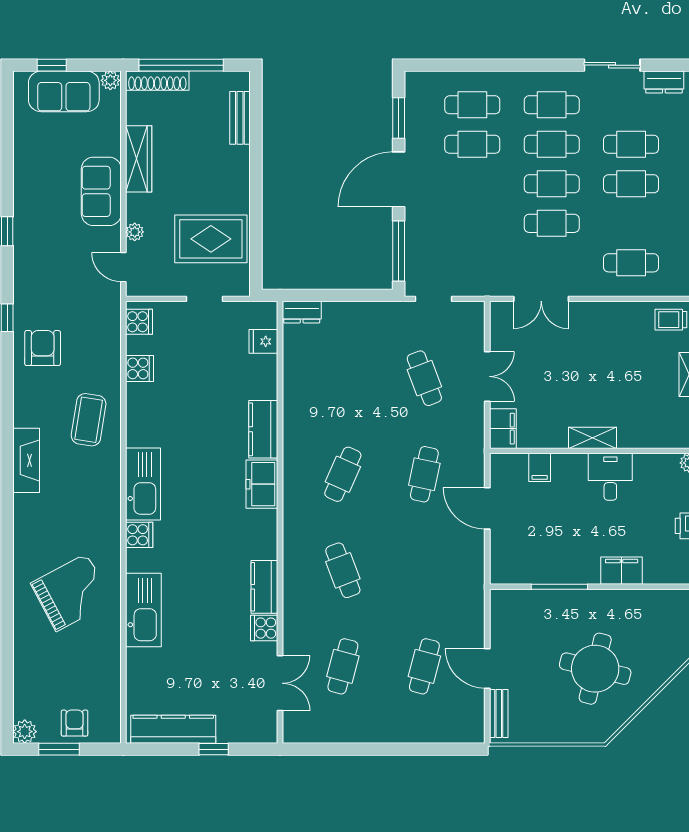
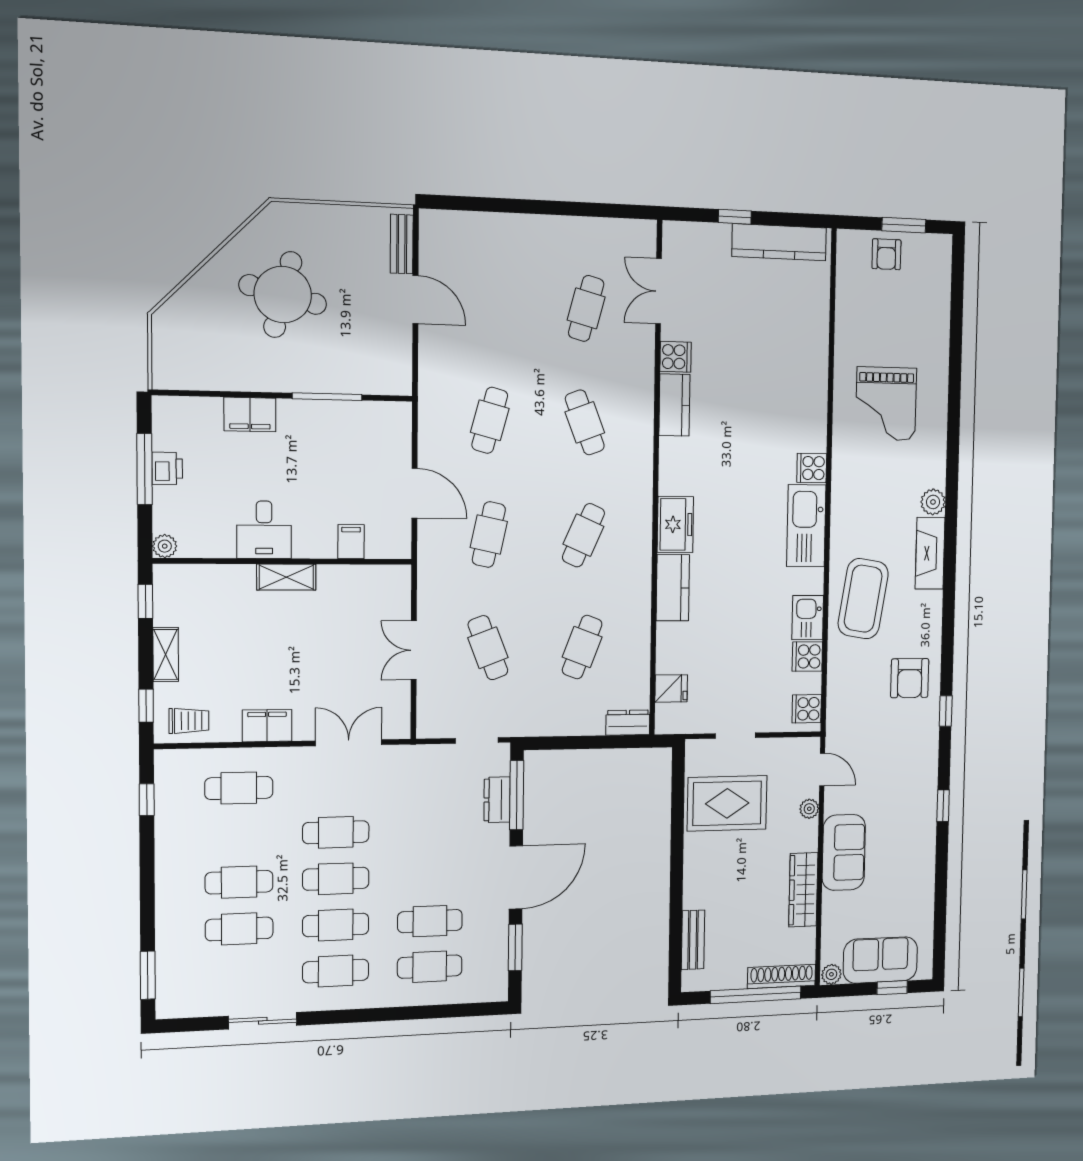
dresser: (664, 82) -> (497, 800), moved, turned -90
cafe table: (343, 378) -> (582, 647), added
coffee table: (89, 420) -> (863, 599), width x1.36, depth x1.32
filing cabinet: (503, 429) -> (267, 726), moved, turned 90
grand piano: (71, 593) -> (886, 404), turned -62
kitchen sink: (143, 610) -> (808, 618), moved, width x0.53, depth x0.81
cafe table: (424, 666) -> (490, 420), moved
plant: (25, 732) -> (933, 502), moved

